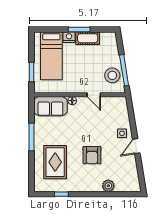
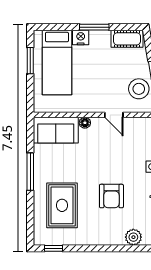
cot: (88, 38) -> (127, 39), moved
window: (32, 72) -> (30, 61), moved
window: (61, 194) -> (53, 248), moved

